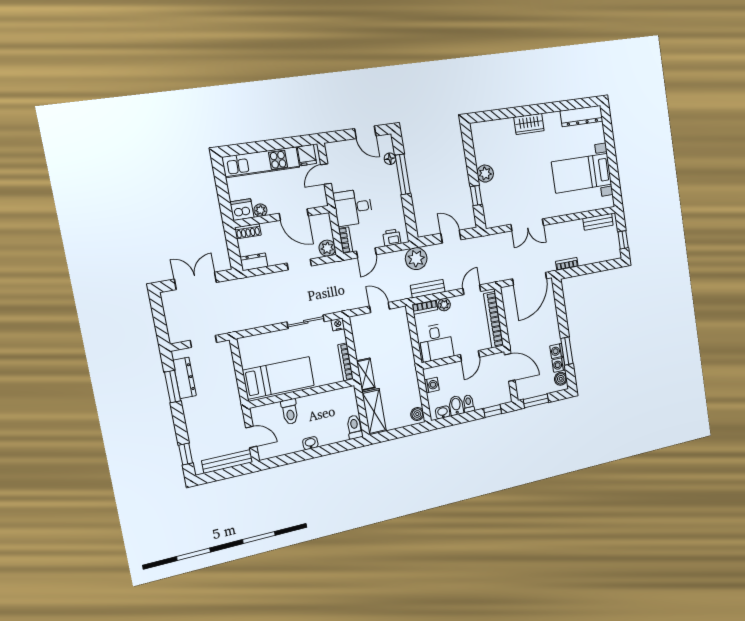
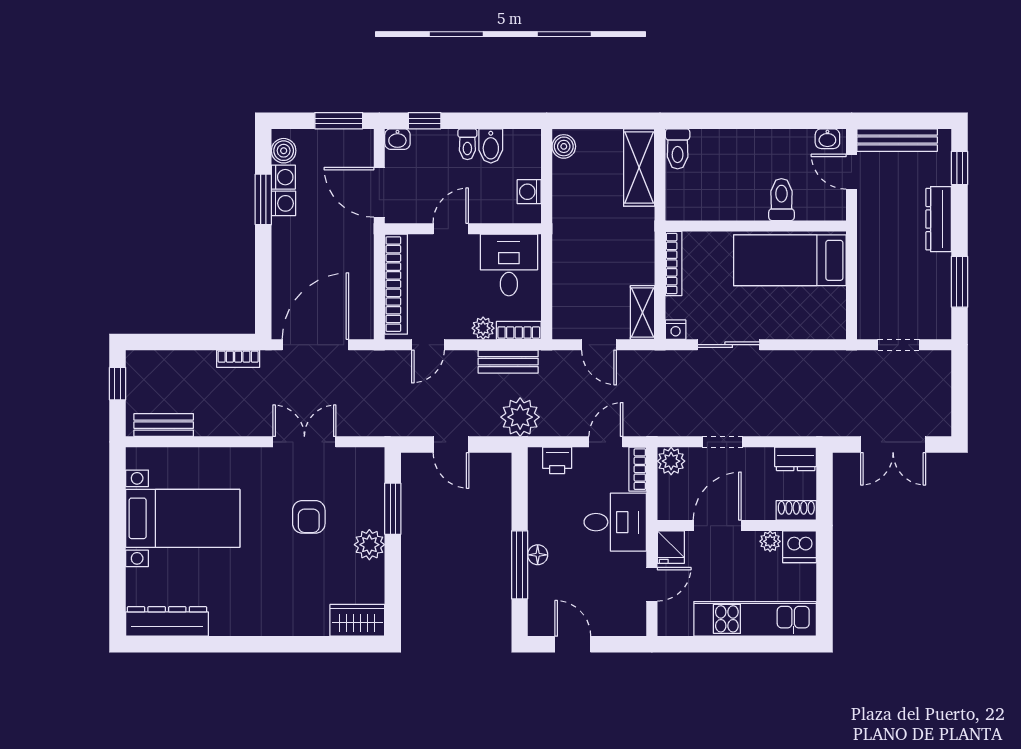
wardrobe: (529, 124) -> (357, 620), moved
fridge: (307, 155) -> (671, 547), moved, turned 180
floor lamp: (390, 159) -> (538, 555), moved
armchair: (519, 184) -> (309, 517), added
window: (476, 196) -> (393, 509), width x1.50
door: (294, 215) -> (717, 526), hinge flipped
shelving: (366, 374) -> (643, 313), moved
dresser: (185, 378) -> (939, 219), moved
washbasin: (443, 412) -> (397, 139), moved
washbasin: (310, 443) -> (827, 139), moved

